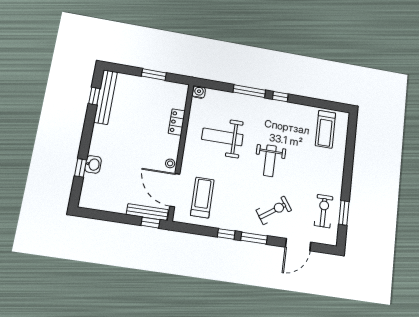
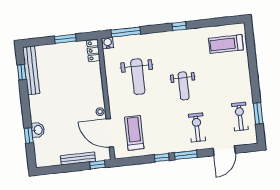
window: (249, 91) -> (126, 32), moved
locker: (177, 122) -> (93, 51), moved
treadmill: (325, 129) -> (226, 44), turned 90
weight bench: (222, 137) -> (138, 77), turned -90
exercise bike: (274, 210) -> (197, 127), turned -55
bench: (147, 212) -> (78, 159), moved

